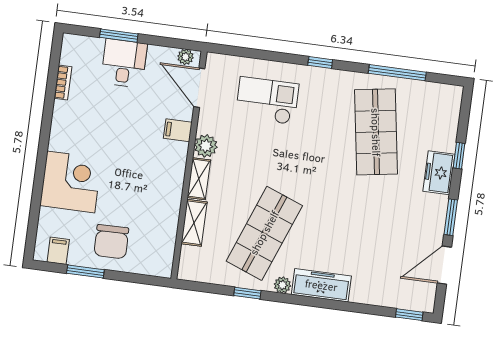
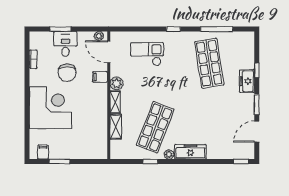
corner desk: (71, 182) -> (50, 108), width x1.36, depth x1.36
chair: (111, 242) -> (67, 73), moved

